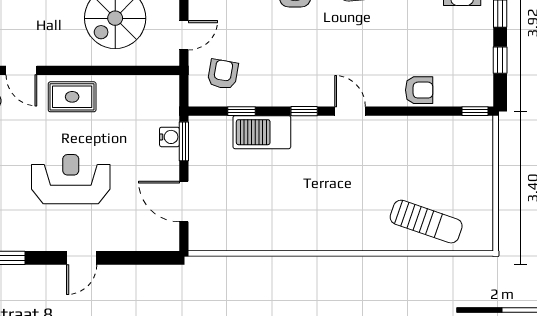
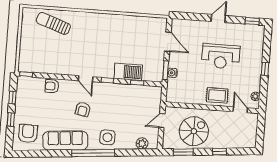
armchair: (223, 74) -> (83, 109), moved

